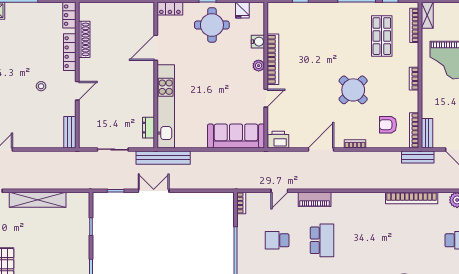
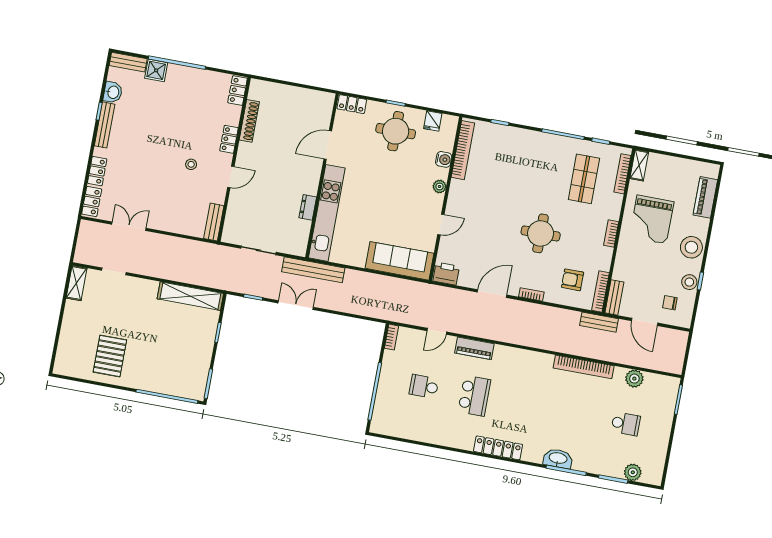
locker: (70, 52) -> (229, 139), width x0.66
bookcase: (273, 59) -> (463, 150), moved
round table: (353, 90) -> (541, 233), turned 45
dresser: (148, 128) -> (308, 207), moved
shelving: (38, 200) -> (190, 296), moved

